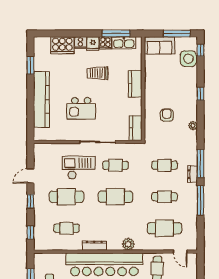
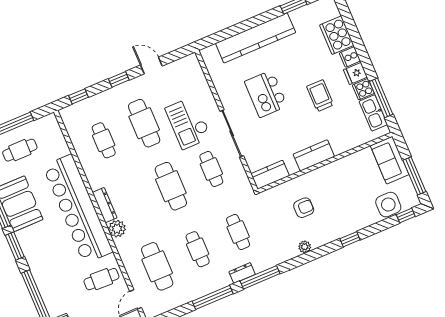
kitchen counter: (135, 84) -> (314, 155), moved
checkout: (79, 168) -> (188, 123), turned 180
dresser: (94, 246) -> (105, 205), moved

